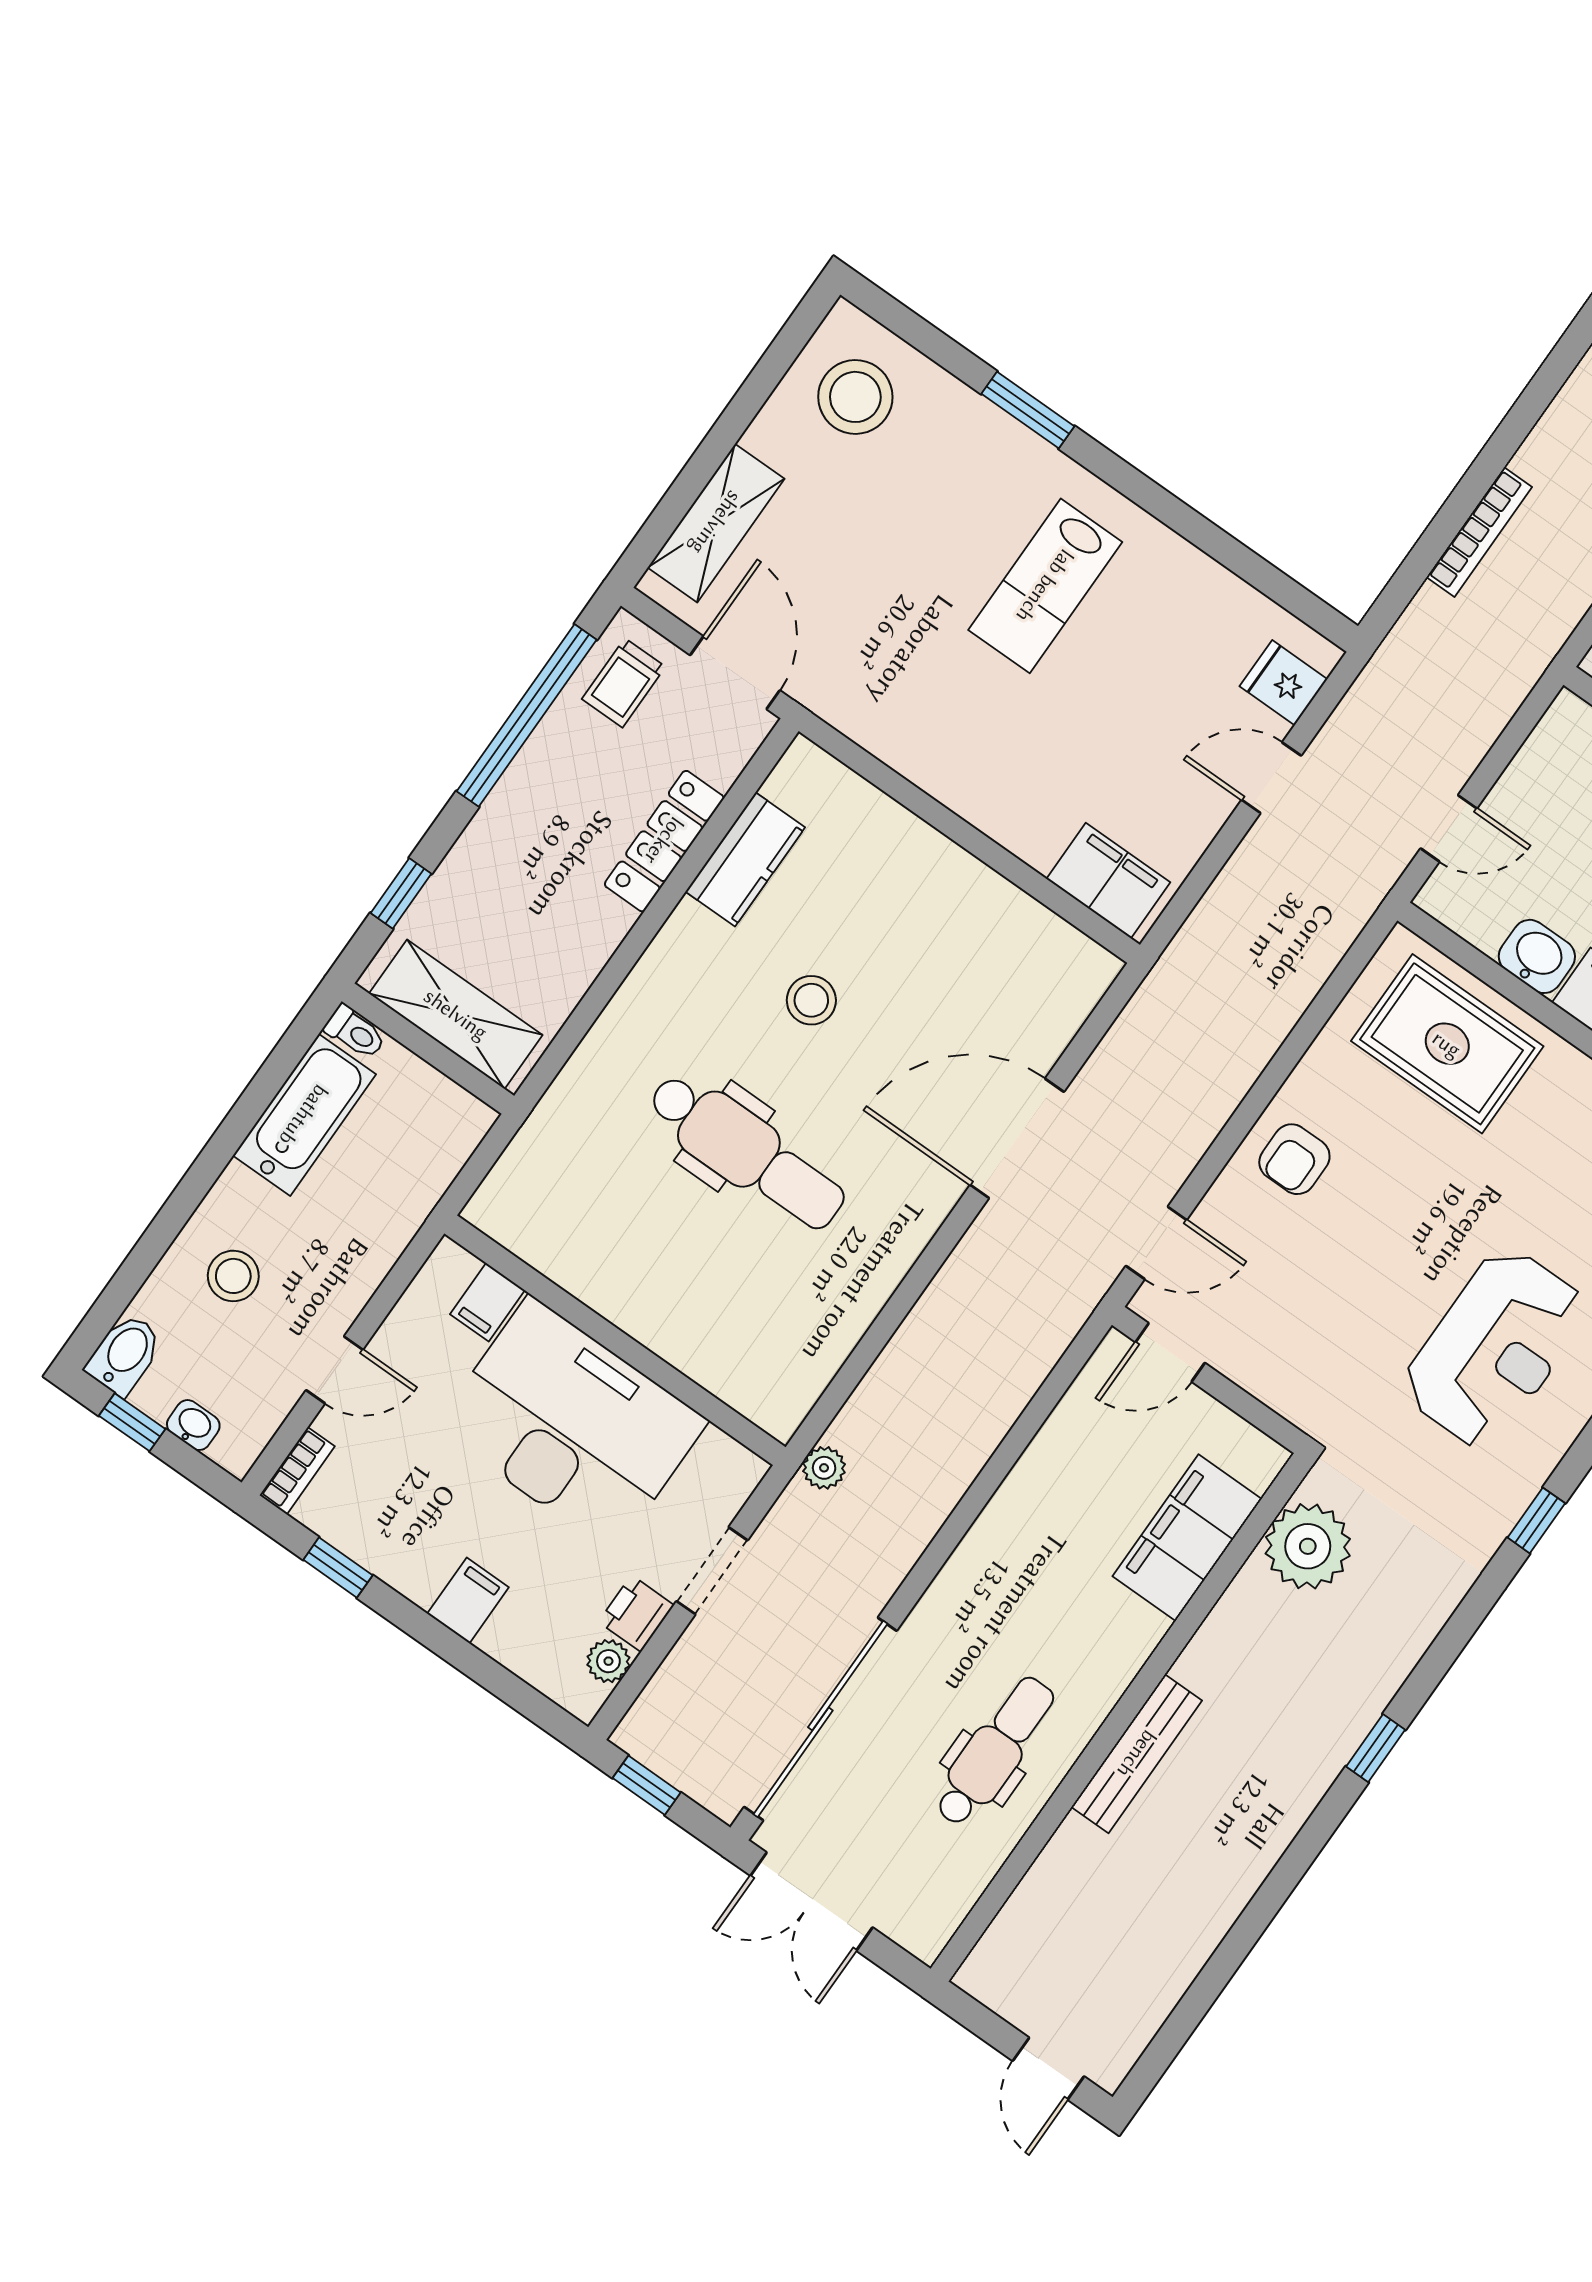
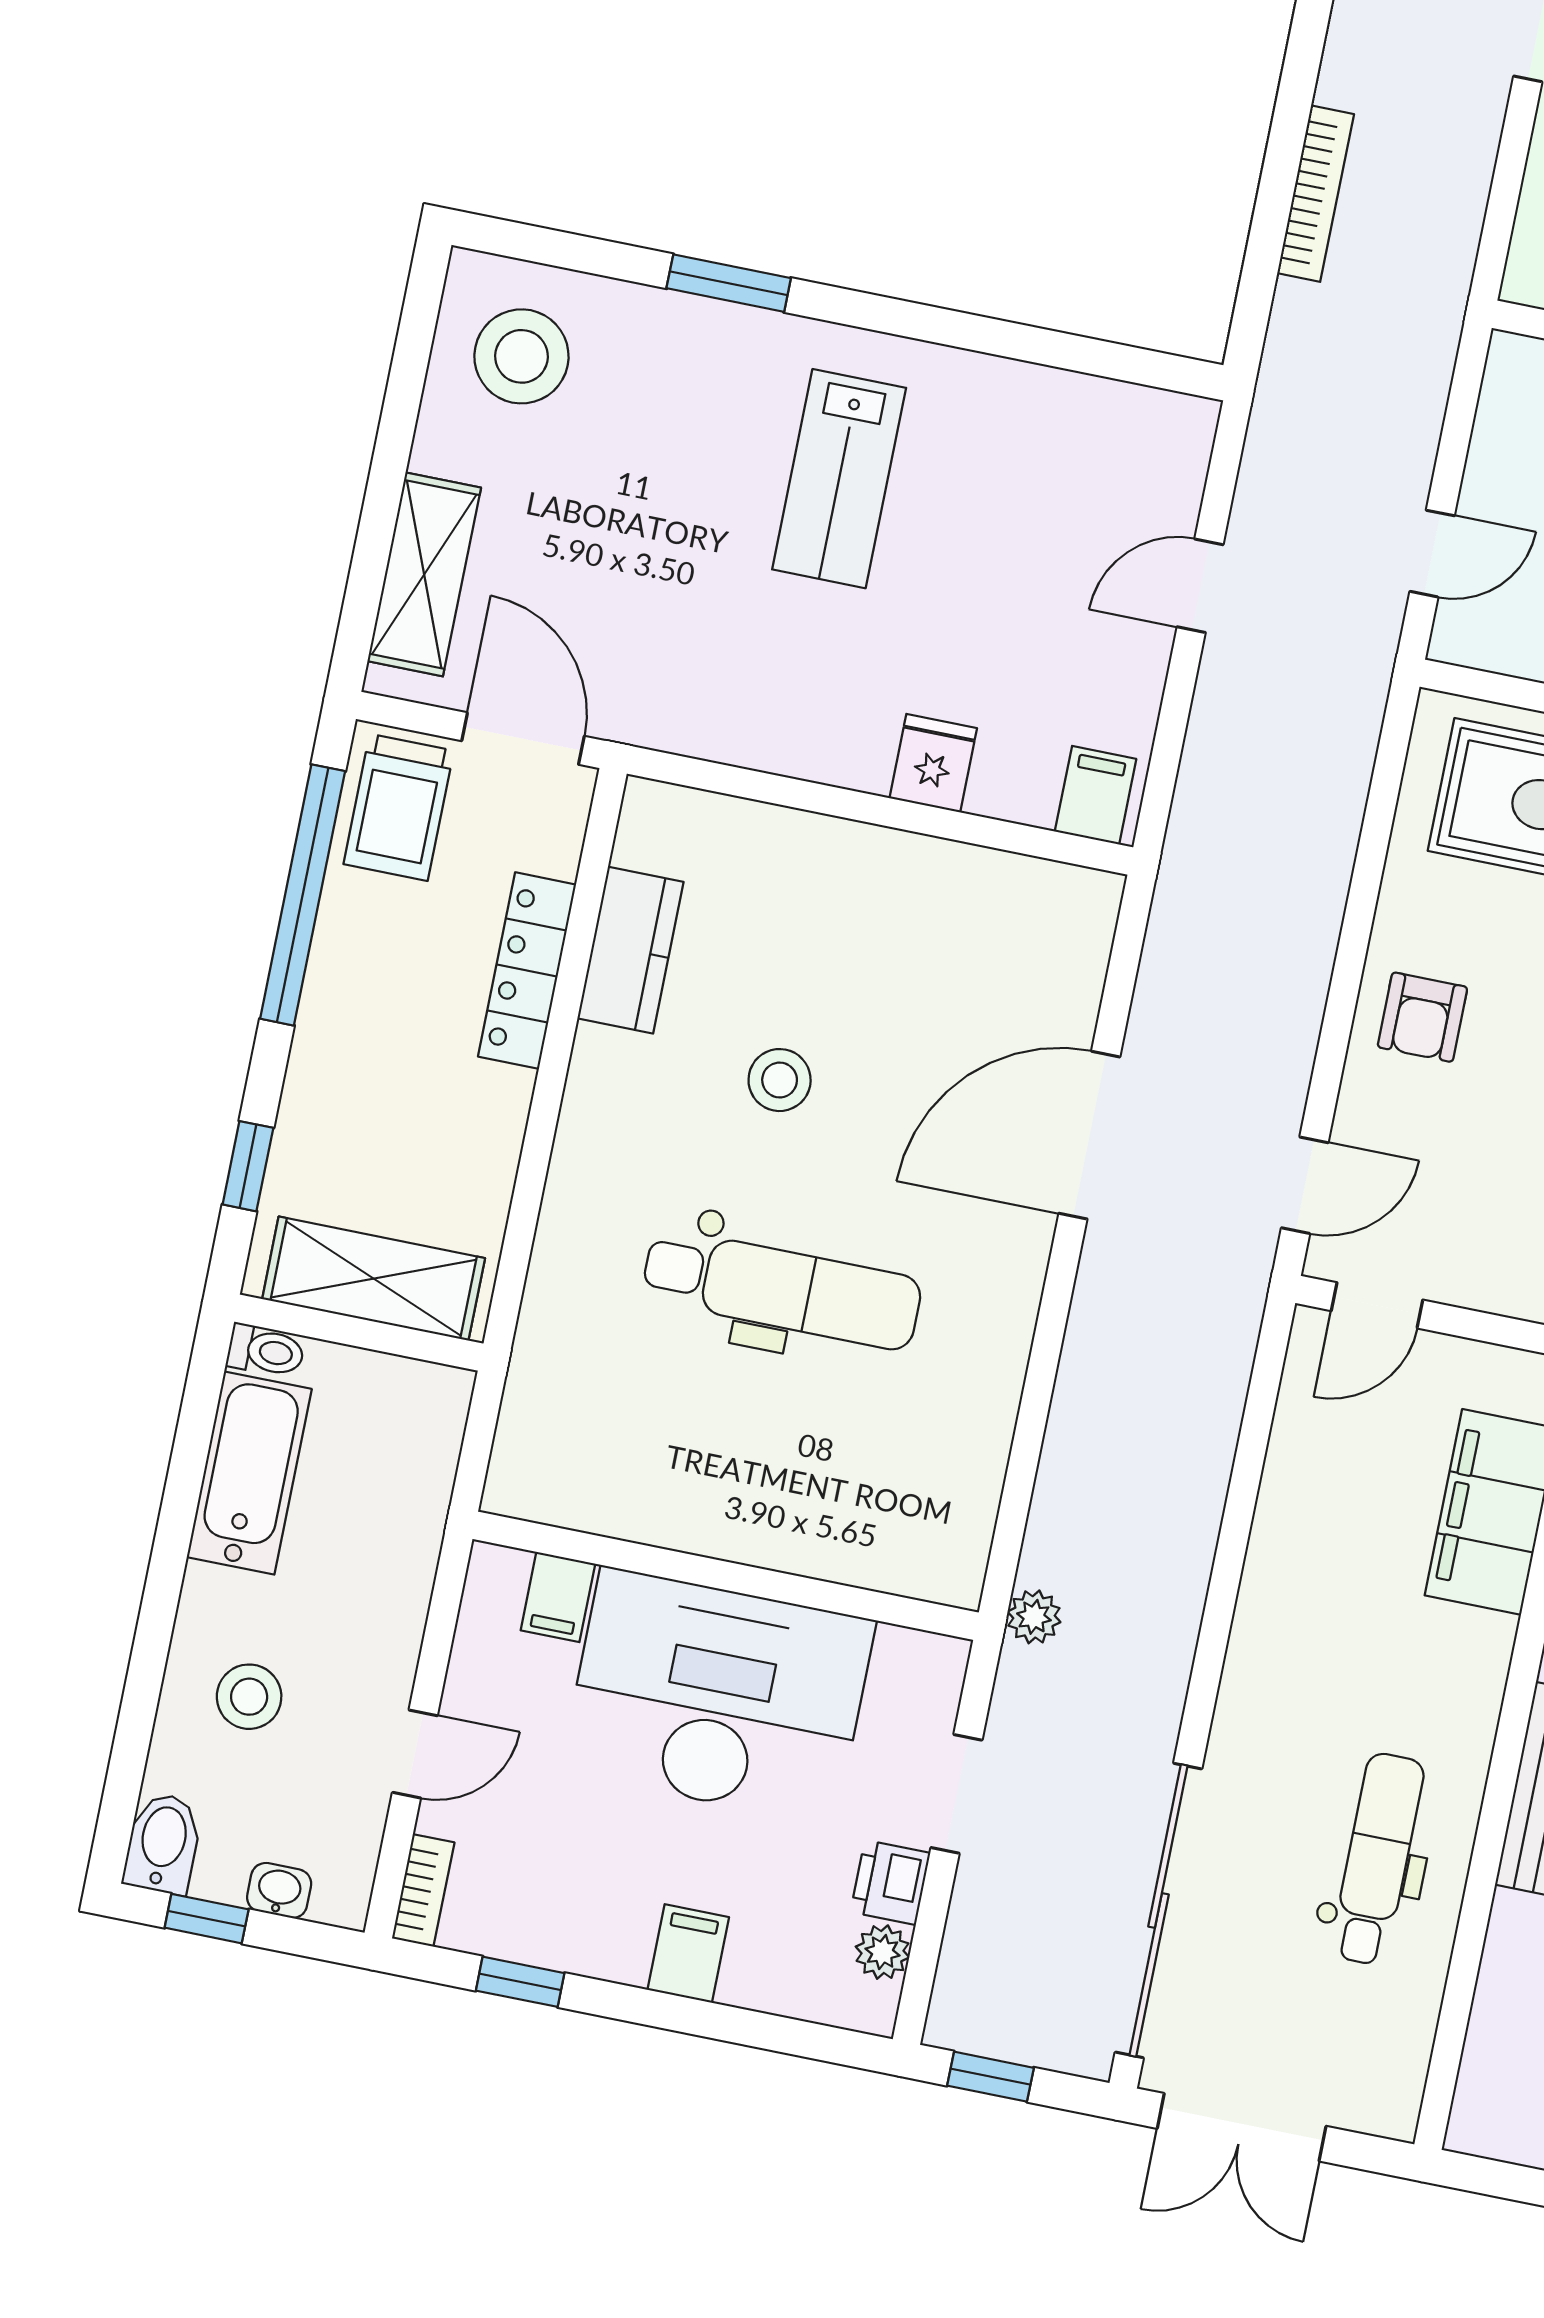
trolley: (624, 683) -> (399, 807), width x1.36, depth x1.39
fridge: (1284, 683) -> (933, 763), moved, turned 90
filing cabinet: (1108, 881) -> (1096, 795), width x0.50

